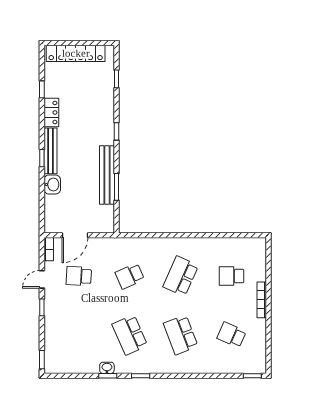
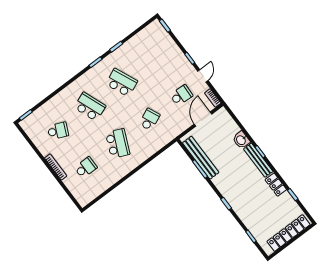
bench: (107, 175) -> (201, 158), moved
washbasin: (107, 368) -> (120, 51), removed

